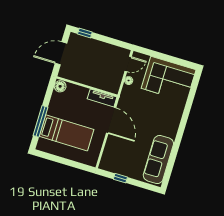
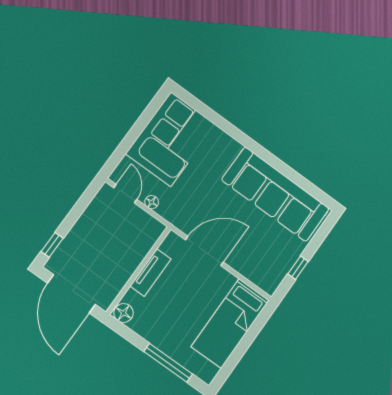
door: (61, 53) -> (71, 294), width x1.36
tv unit: (102, 98) -> (151, 272), moved
bed: (66, 133) -> (230, 323), moved, turned 180
sofa: (158, 160) -> (276, 194), width x1.36, depth x1.27

